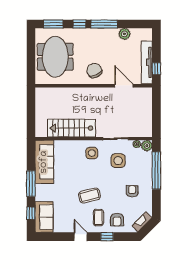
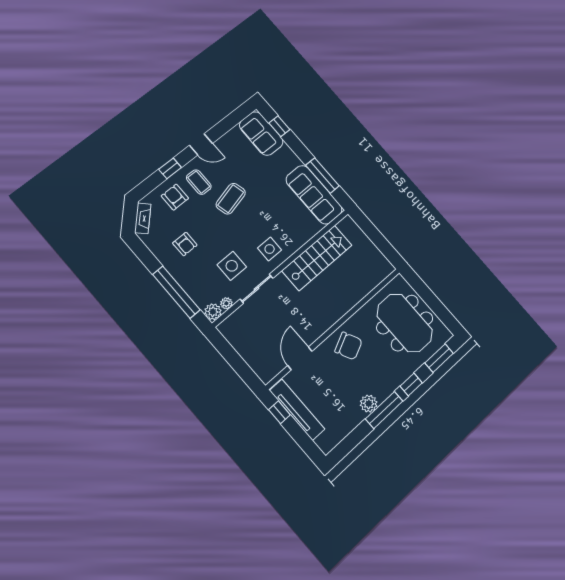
plant: (124, 34) -> (369, 404), moved
door: (124, 86) -> (300, 358), swing flipped
window: (31, 184) -> (322, 176), moved

